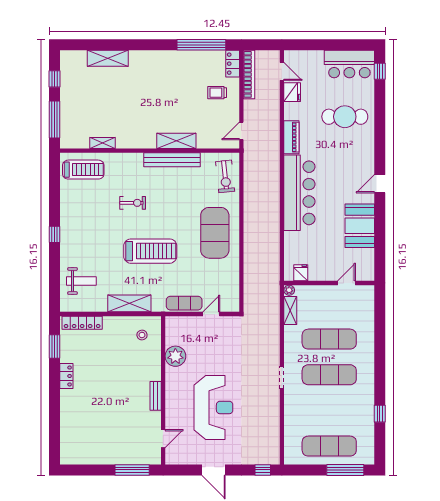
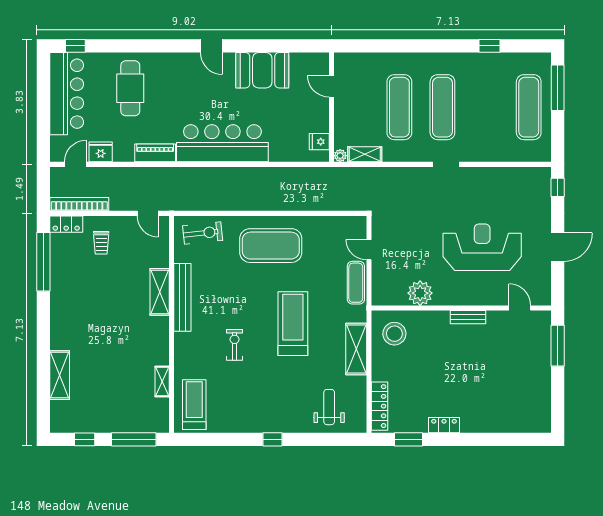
bar counter: (349, 64) -> (67, 94), width x1.36
stool: (142, 335) -> (394, 334), width x1.89, depth x1.89

